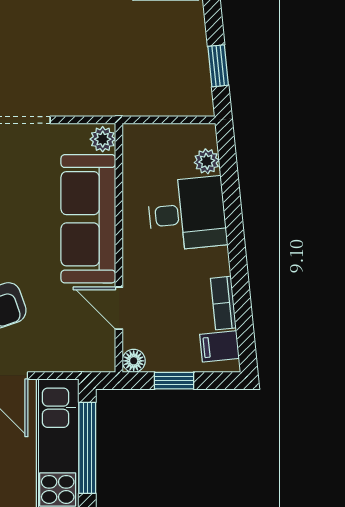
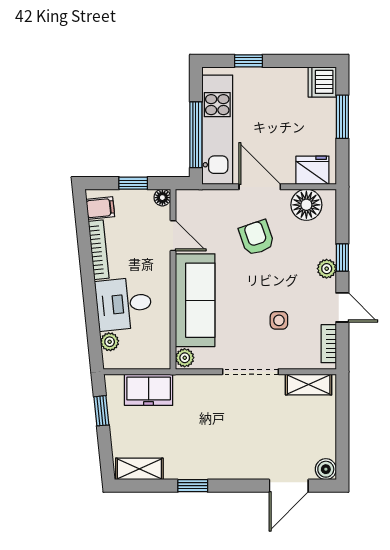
freezer: (153, 95) -> (149, 390), added
bookcase: (223, 303) -> (99, 250), width x1.56

